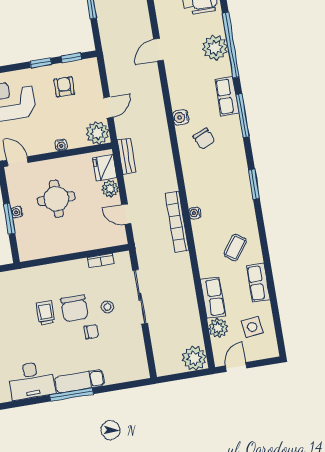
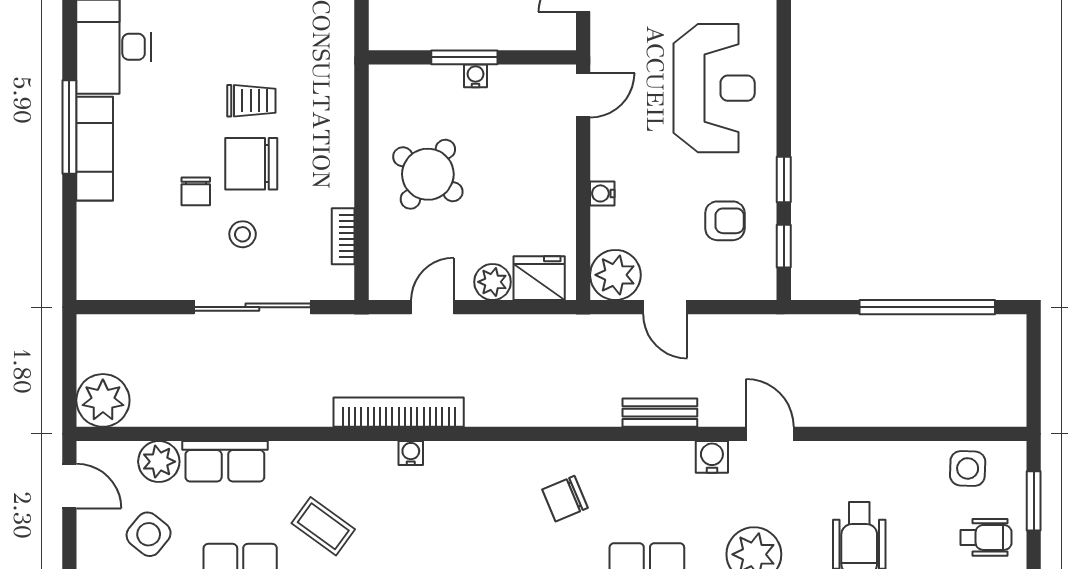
water cooler: (181, 117) -> (712, 457), moved
bench: (127, 156) -> (660, 413), moved
round table: (56, 199) -> (428, 174), moved, turned 35
side table: (252, 327) -> (149, 534), turned 45

